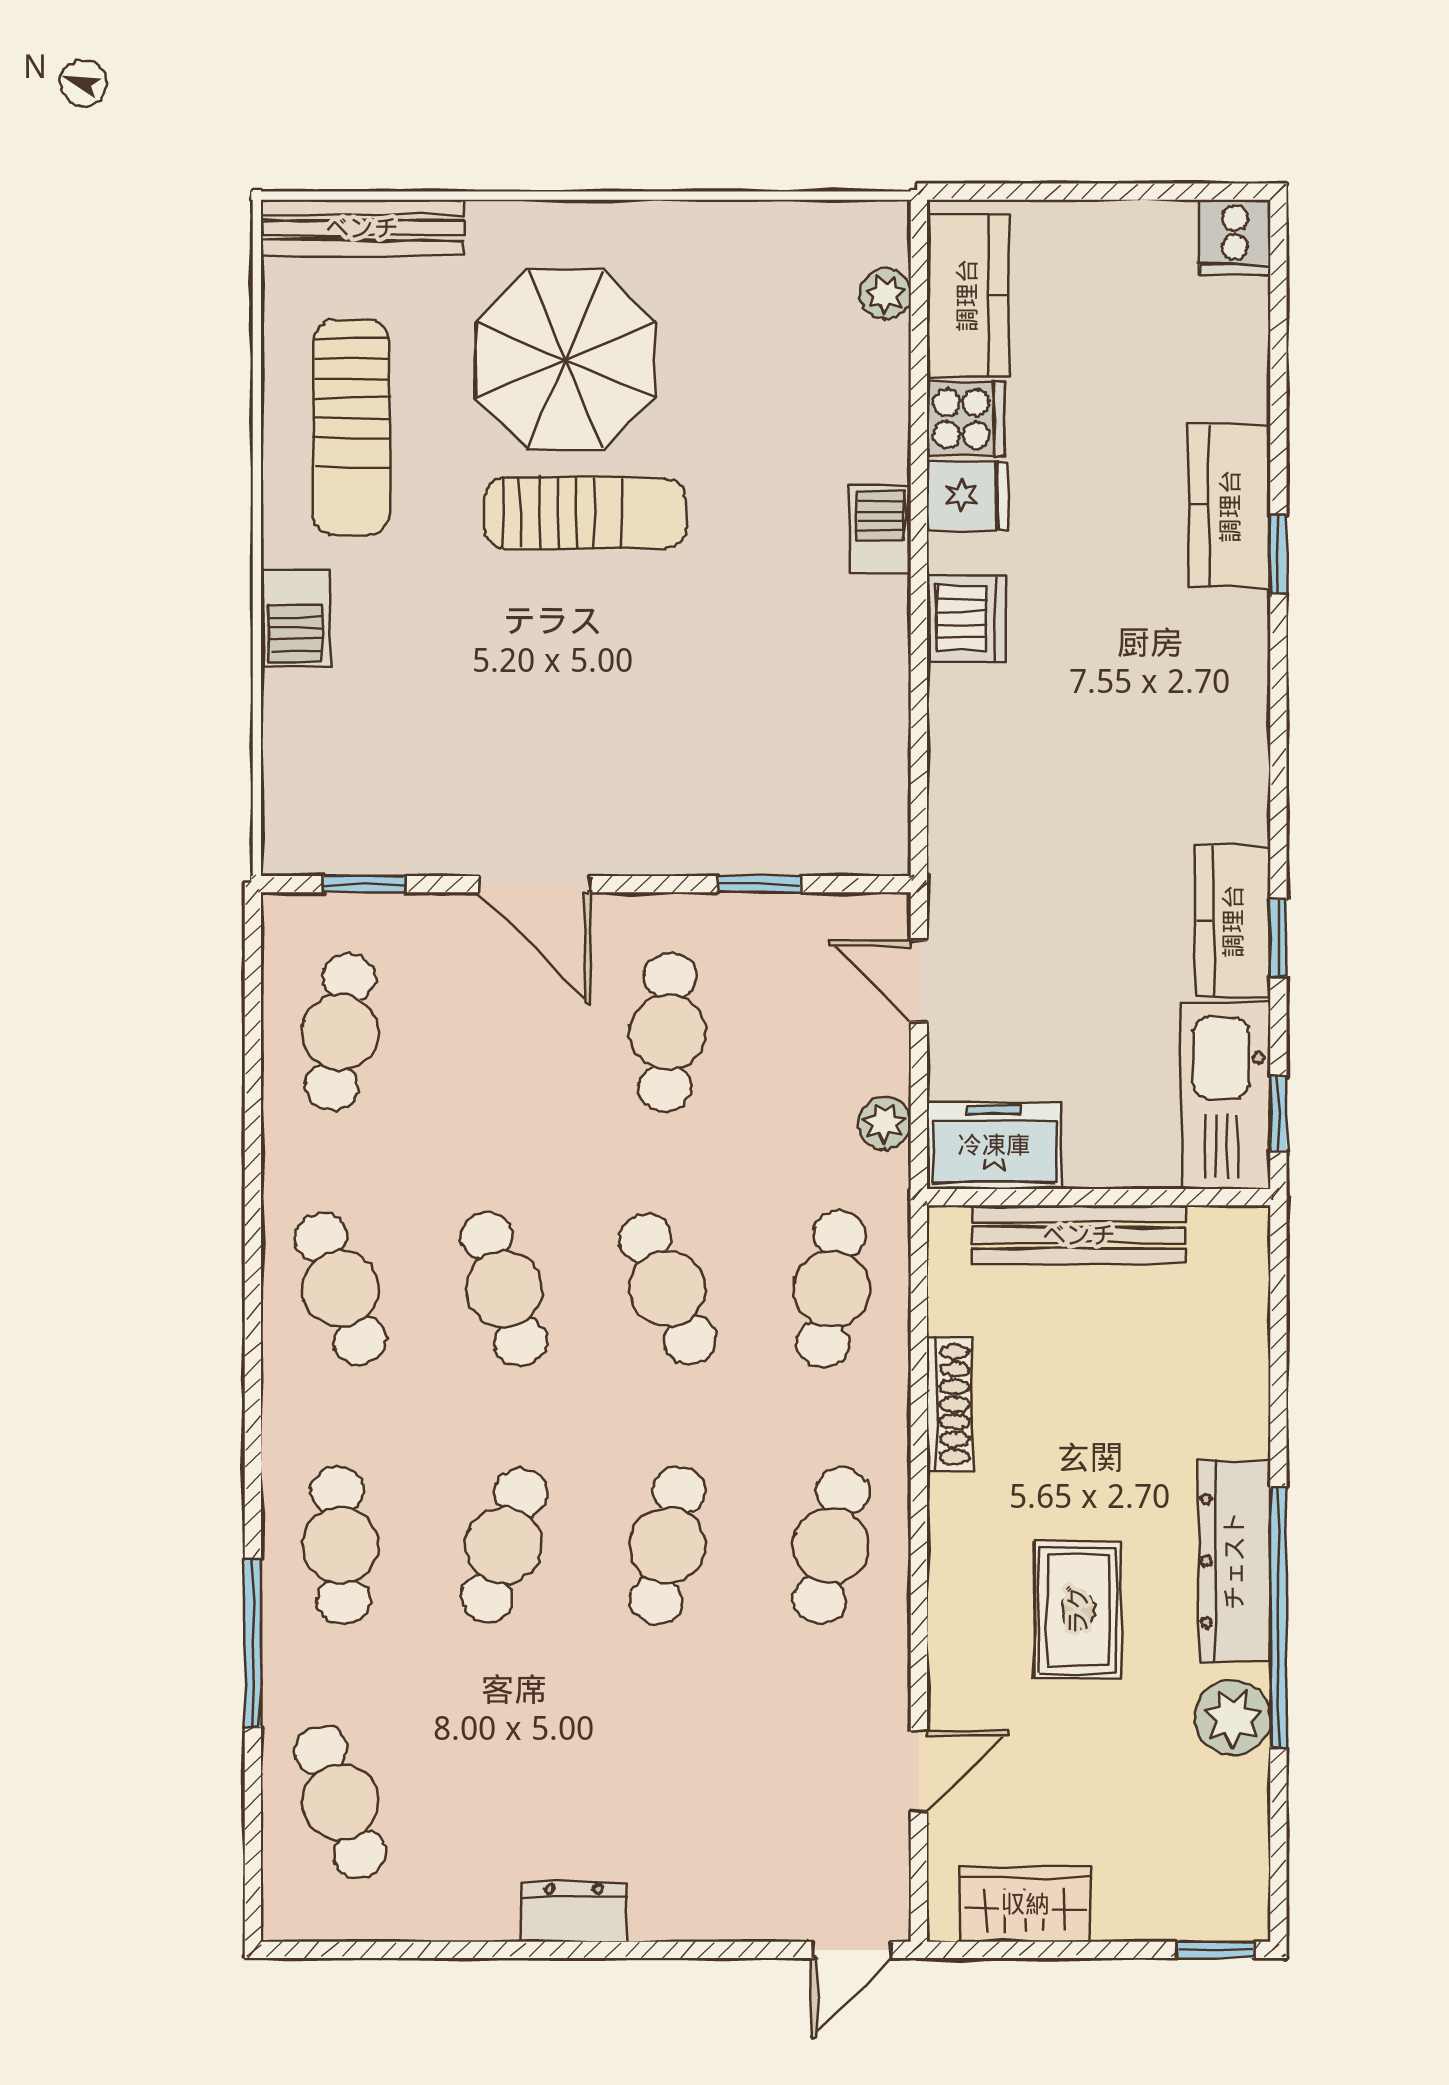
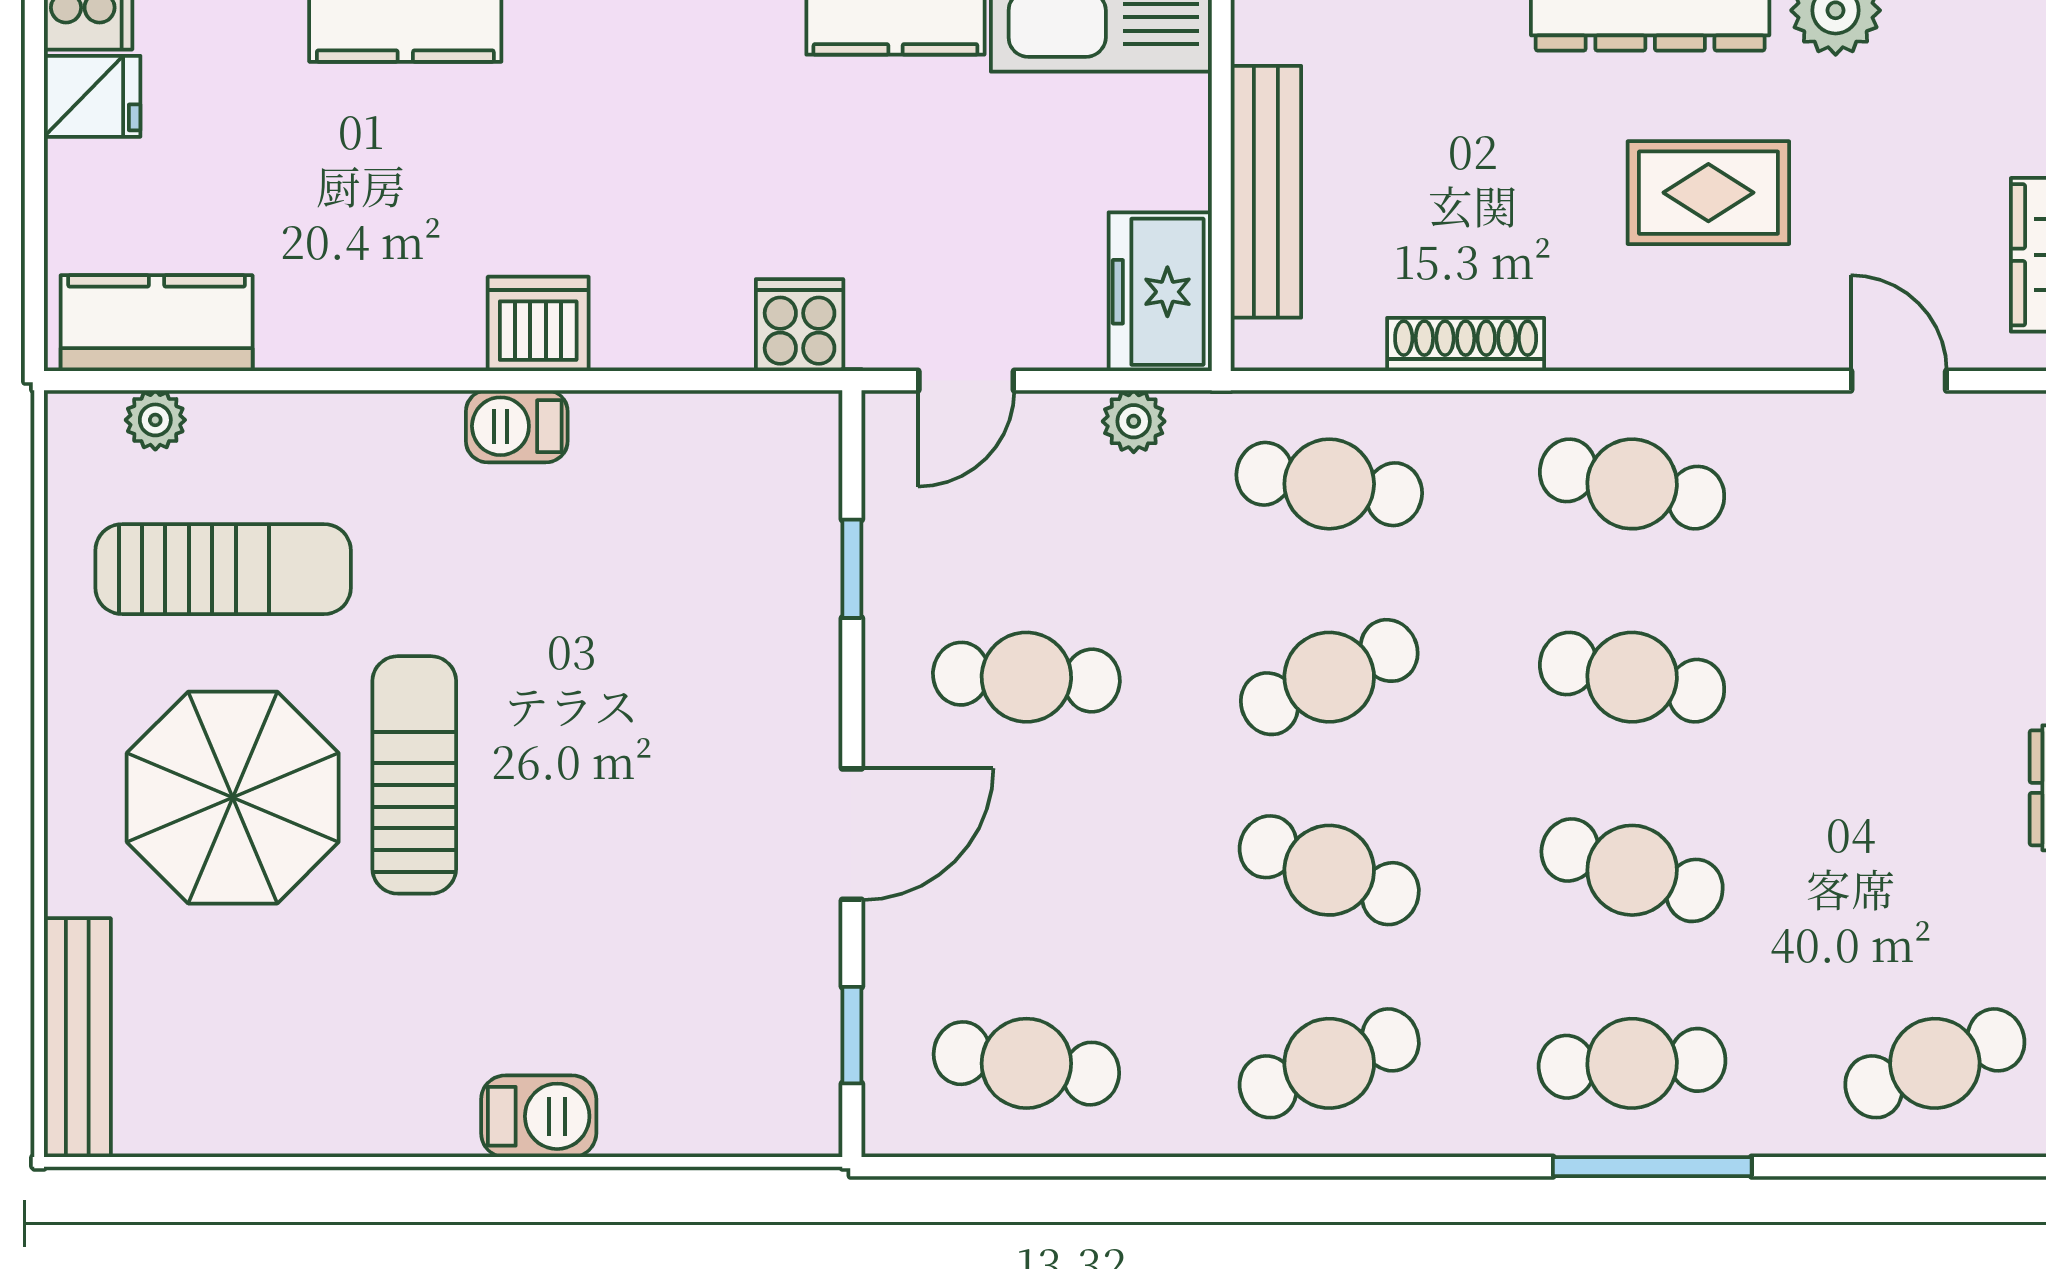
cooker: (966, 419) -> (800, 325), moved
sun lounger: (351, 428) -> (223, 569), moved
fridge: (968, 495) -> (92, 96), moved, turned 90
barbecue: (880, 529) -> (517, 426), moved
cafe table: (504, 1289) -> (1329, 870), turned 39
window: (253, 1643) -> (1652, 1167), moved

